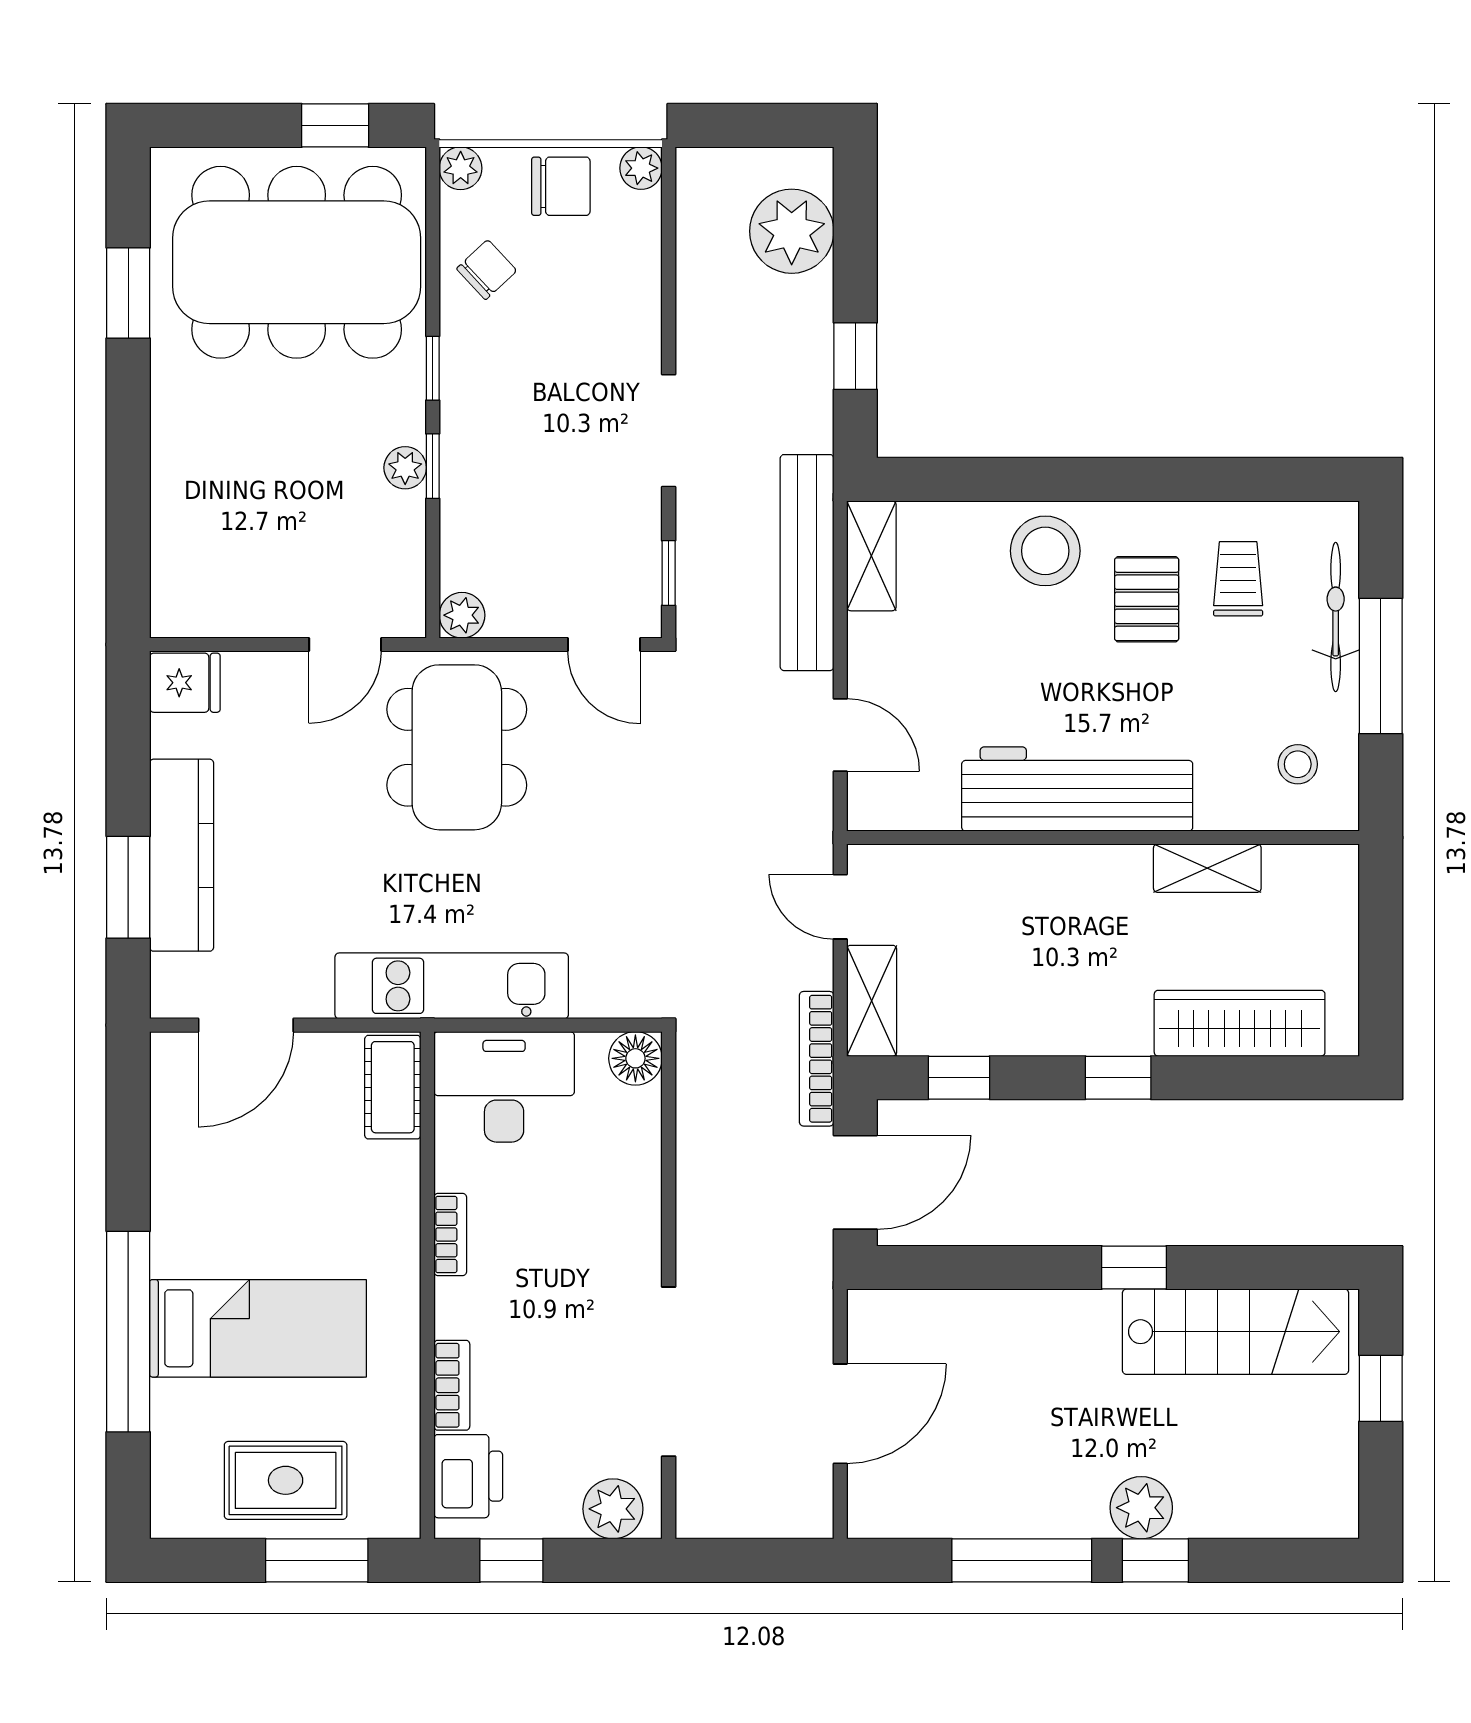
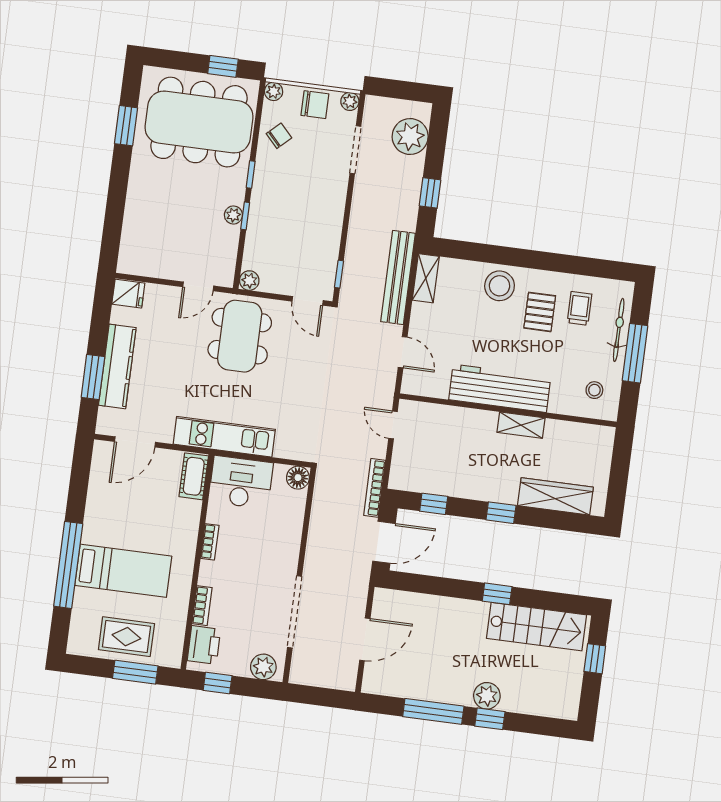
doorway: (669, 431) -> (355, 150), moved
shelving: (1207, 868) -> (521, 425), moved
shelving: (872, 1001) -> (401, 466), removed

